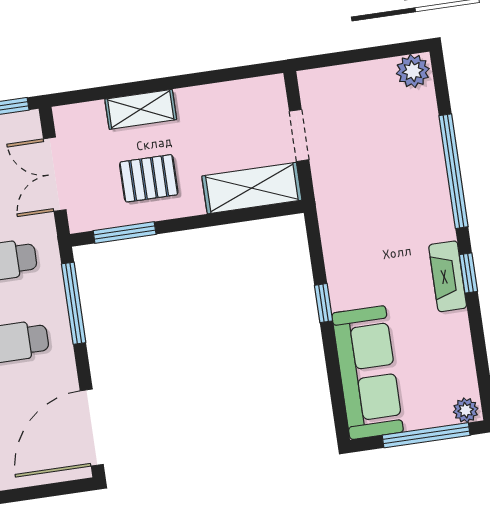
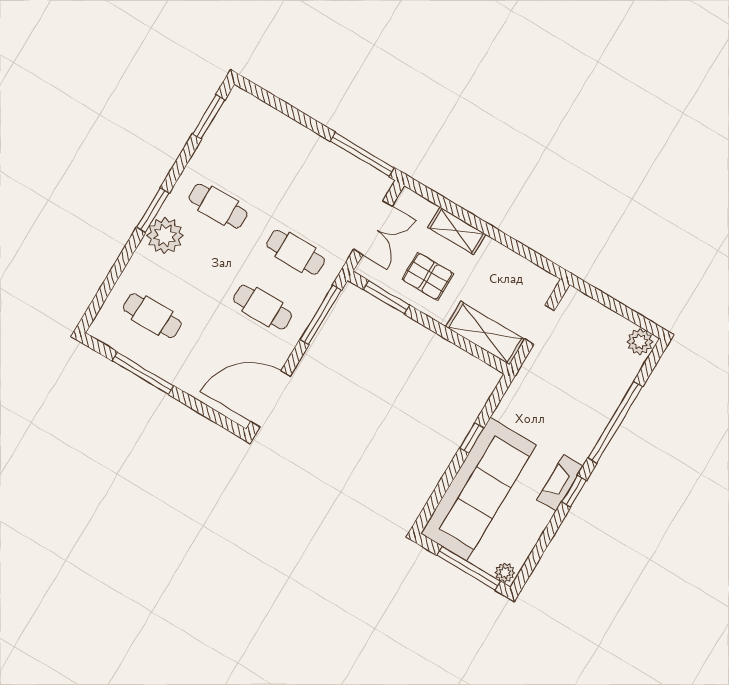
double door: (55, 174) -> (373, 228), swing flipped
sofa: (368, 373) -> (478, 489), width x1.36, depth x1.27

